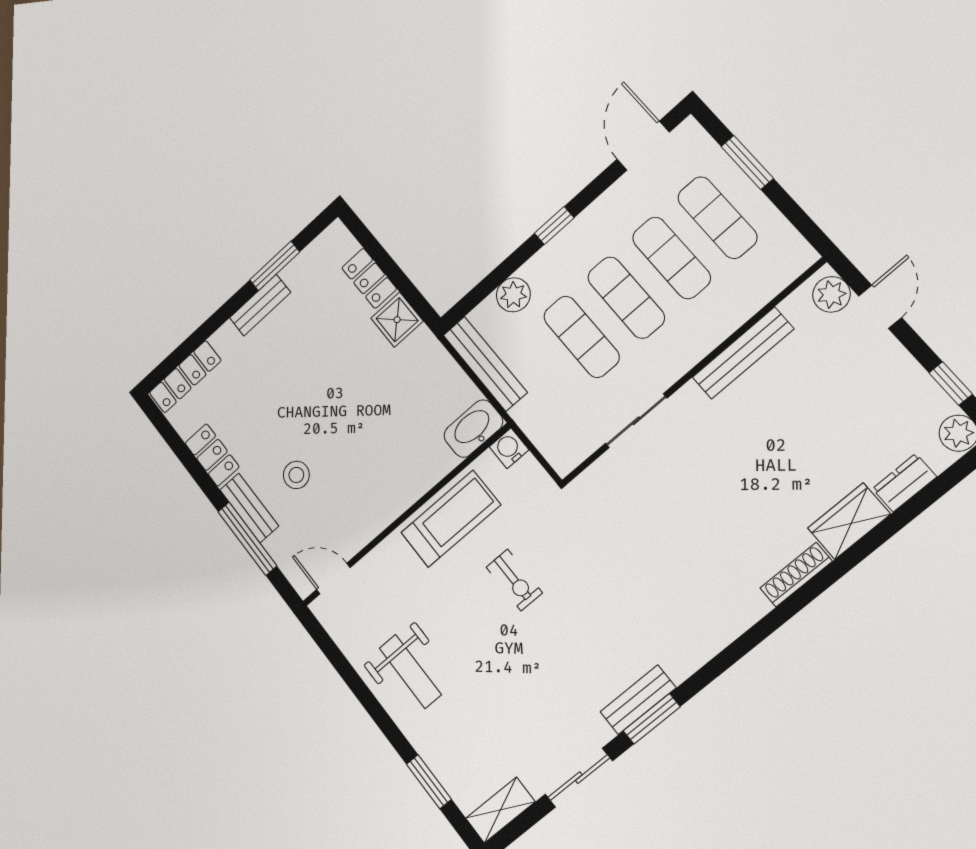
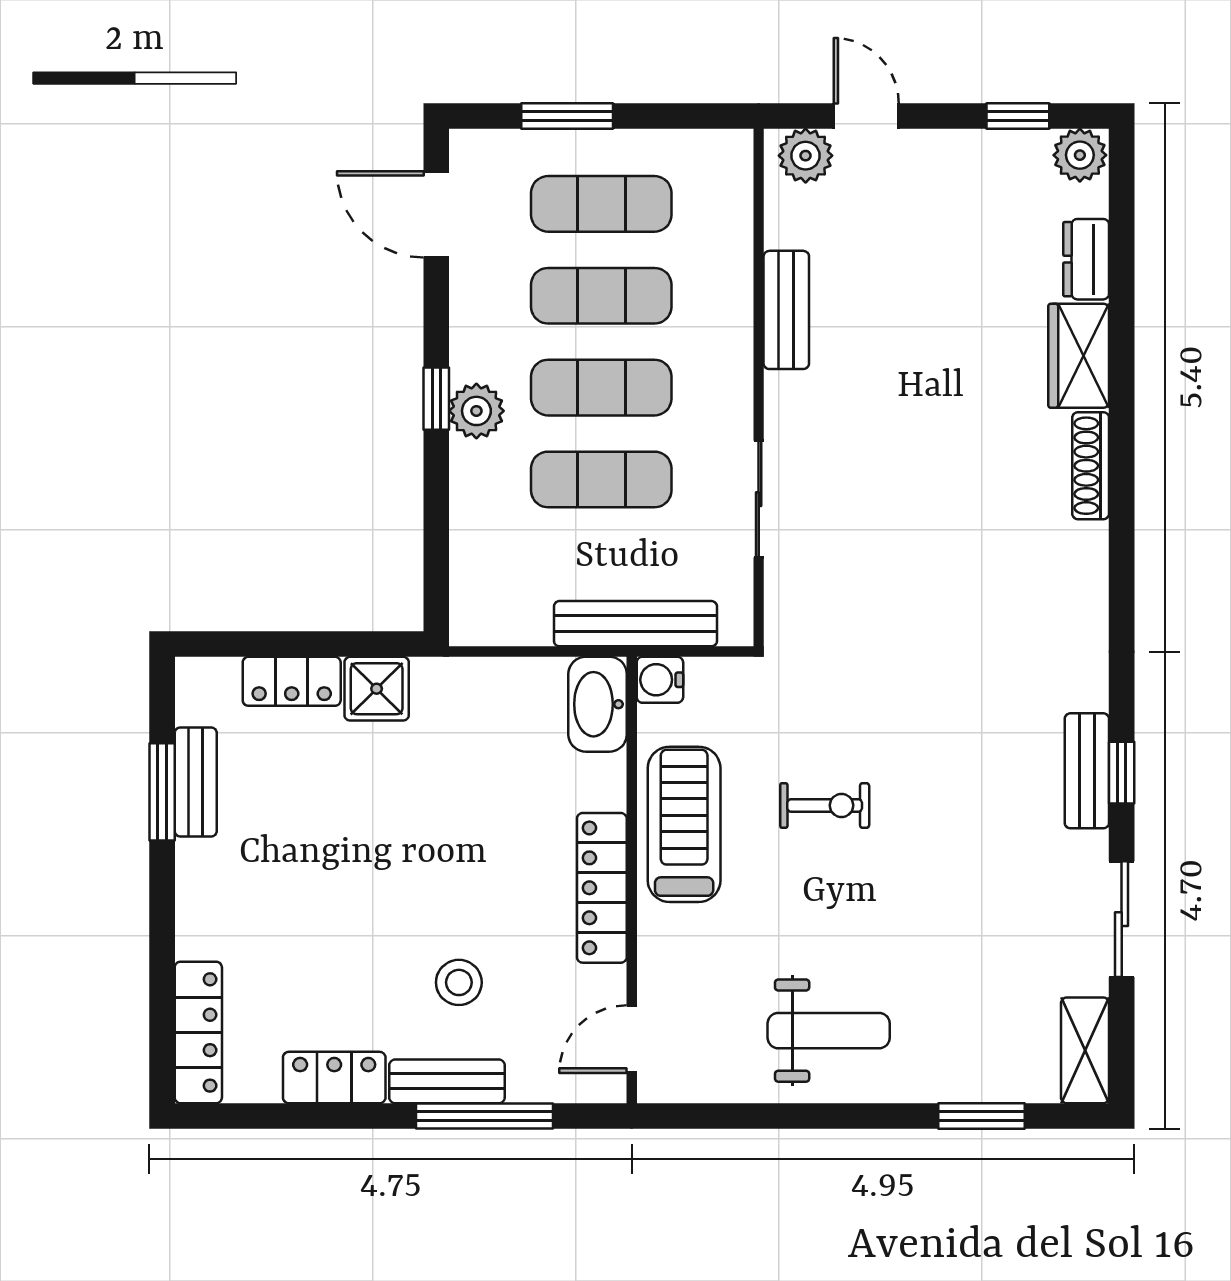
plant: (513, 295) -> (476, 411), moved
bench: (260, 305) -> (196, 782), moved
bench: (743, 353) -> (786, 310), width x0.73
bench: (485, 364) -> (635, 624), moved
locker: (390, 505) -> (602, 888), added
window: (652, 719) -> (1122, 773), width x0.67

